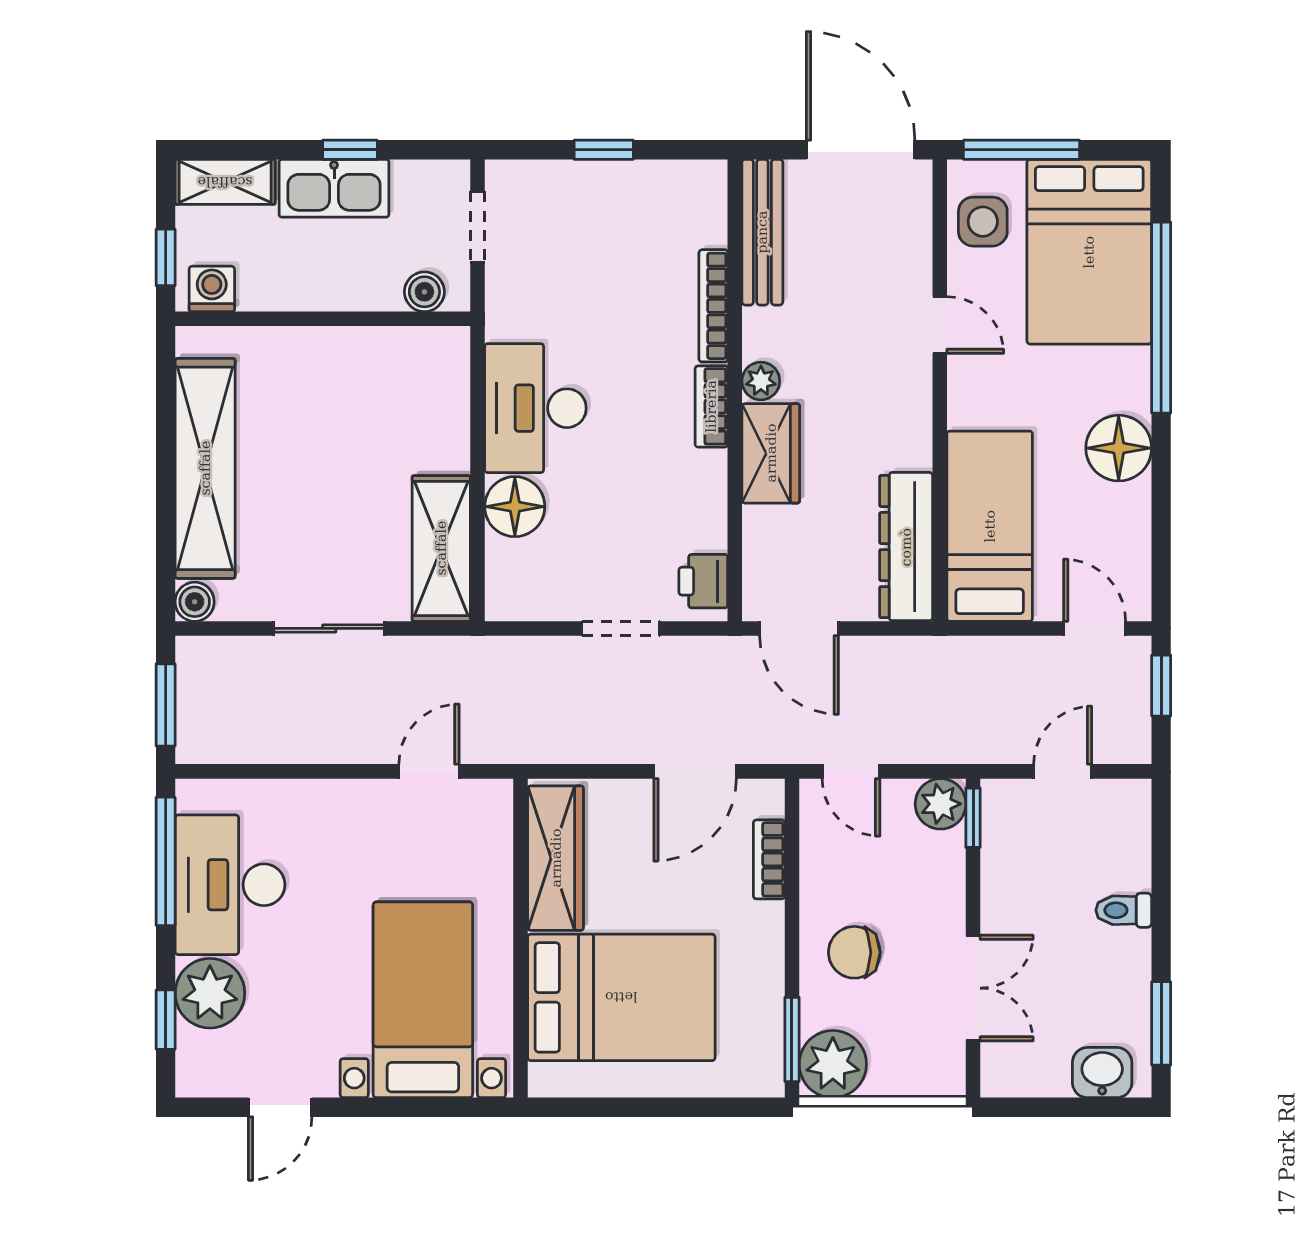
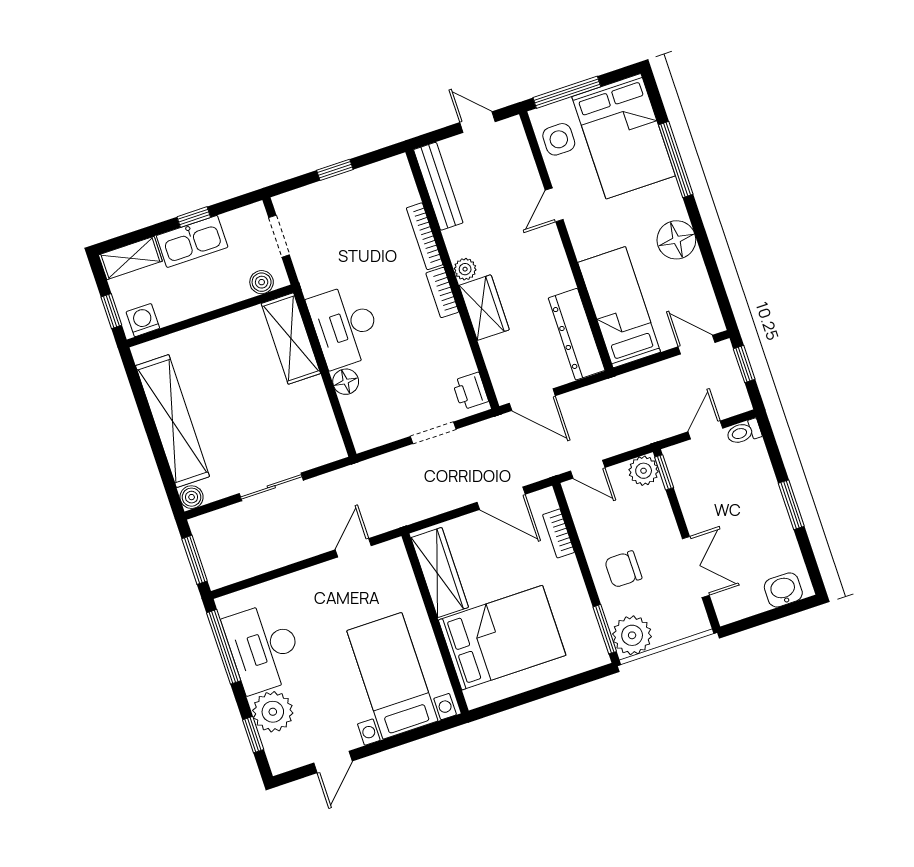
door: (861, 150) -> (478, 122), width x0.53
window: (1161, 318) -> (676, 159), width x0.68
door: (940, 325) -> (554, 205), swing flipped
floor lamp: (515, 507) -> (346, 382), width x0.73, depth x0.73
shelving: (441, 548) -> (291, 338), moved
door: (695, 771) -> (501, 498), hinge flipped
toilet: (1124, 910) -> (744, 432), moved
window: (1161, 1023) -> (791, 505), moved

